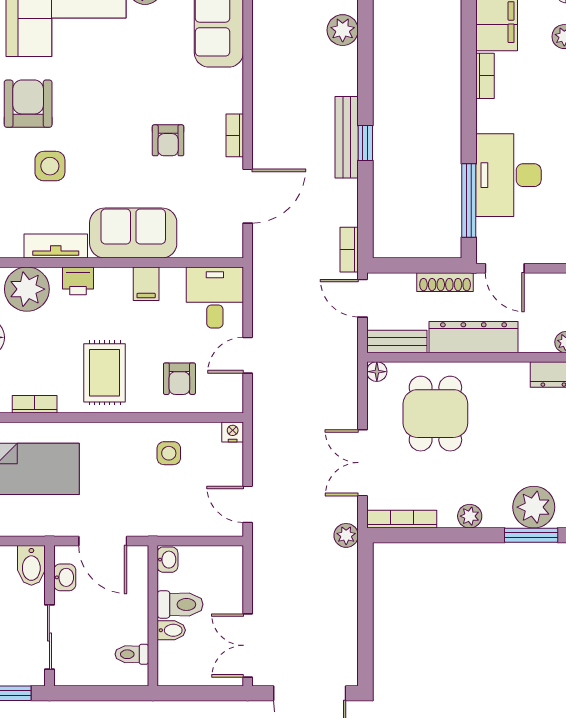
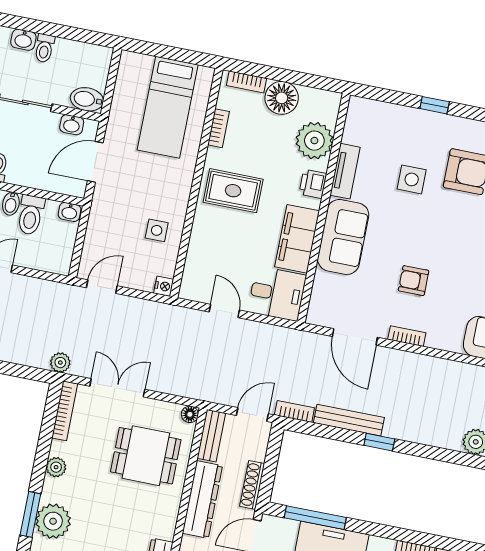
bench: (347, 137) -> (349, 420), moved
filing cabinet: (146, 284) -> (297, 239), width x3.00, depth x1.17
armchair: (179, 379) -> (216, 251), removed

